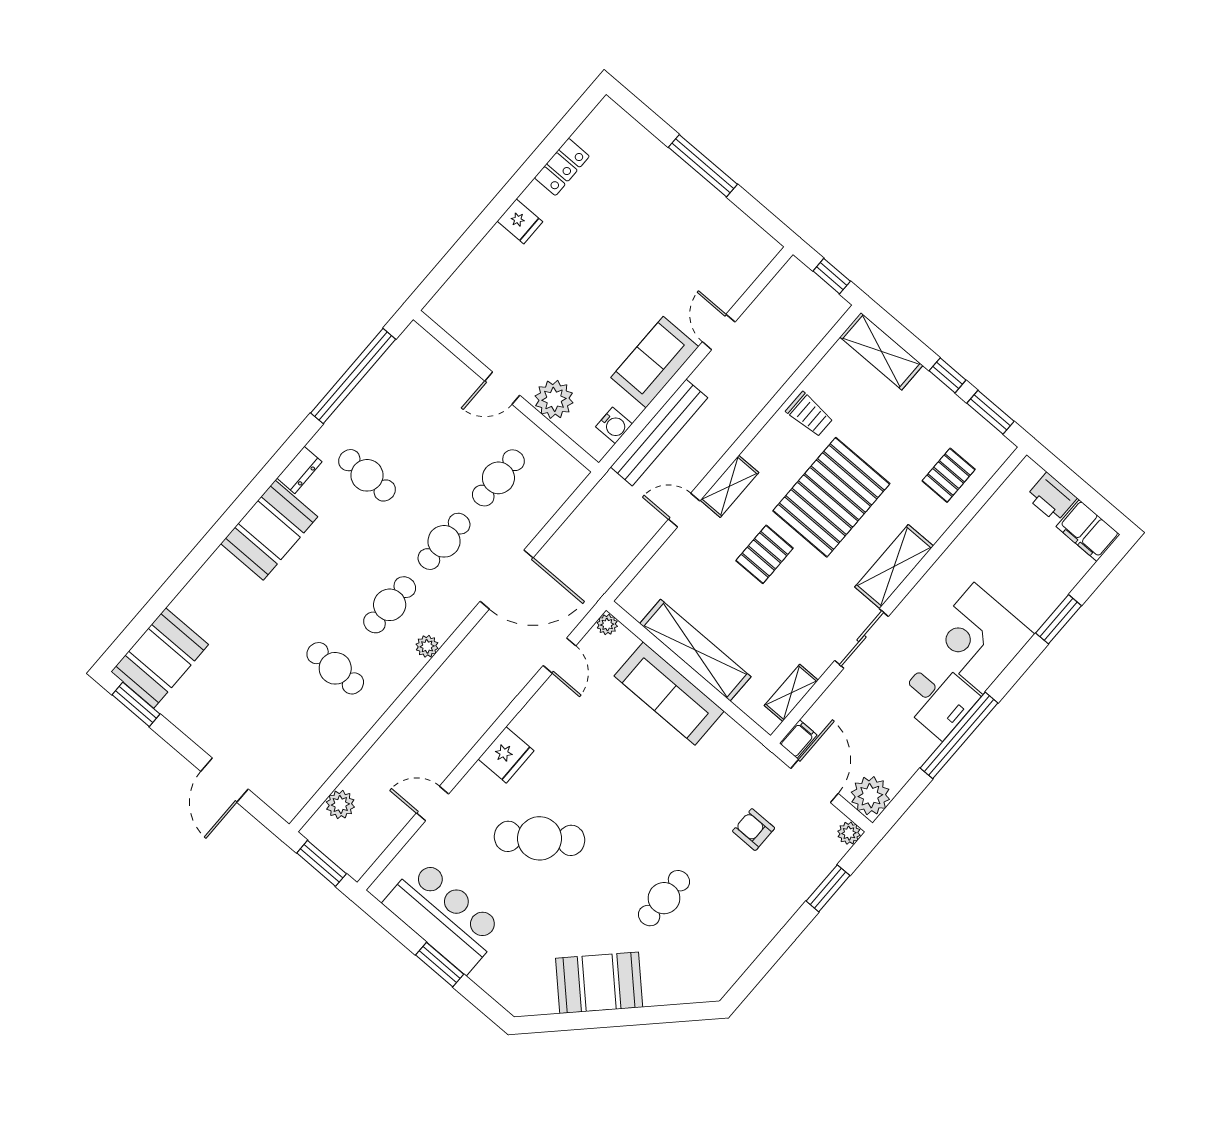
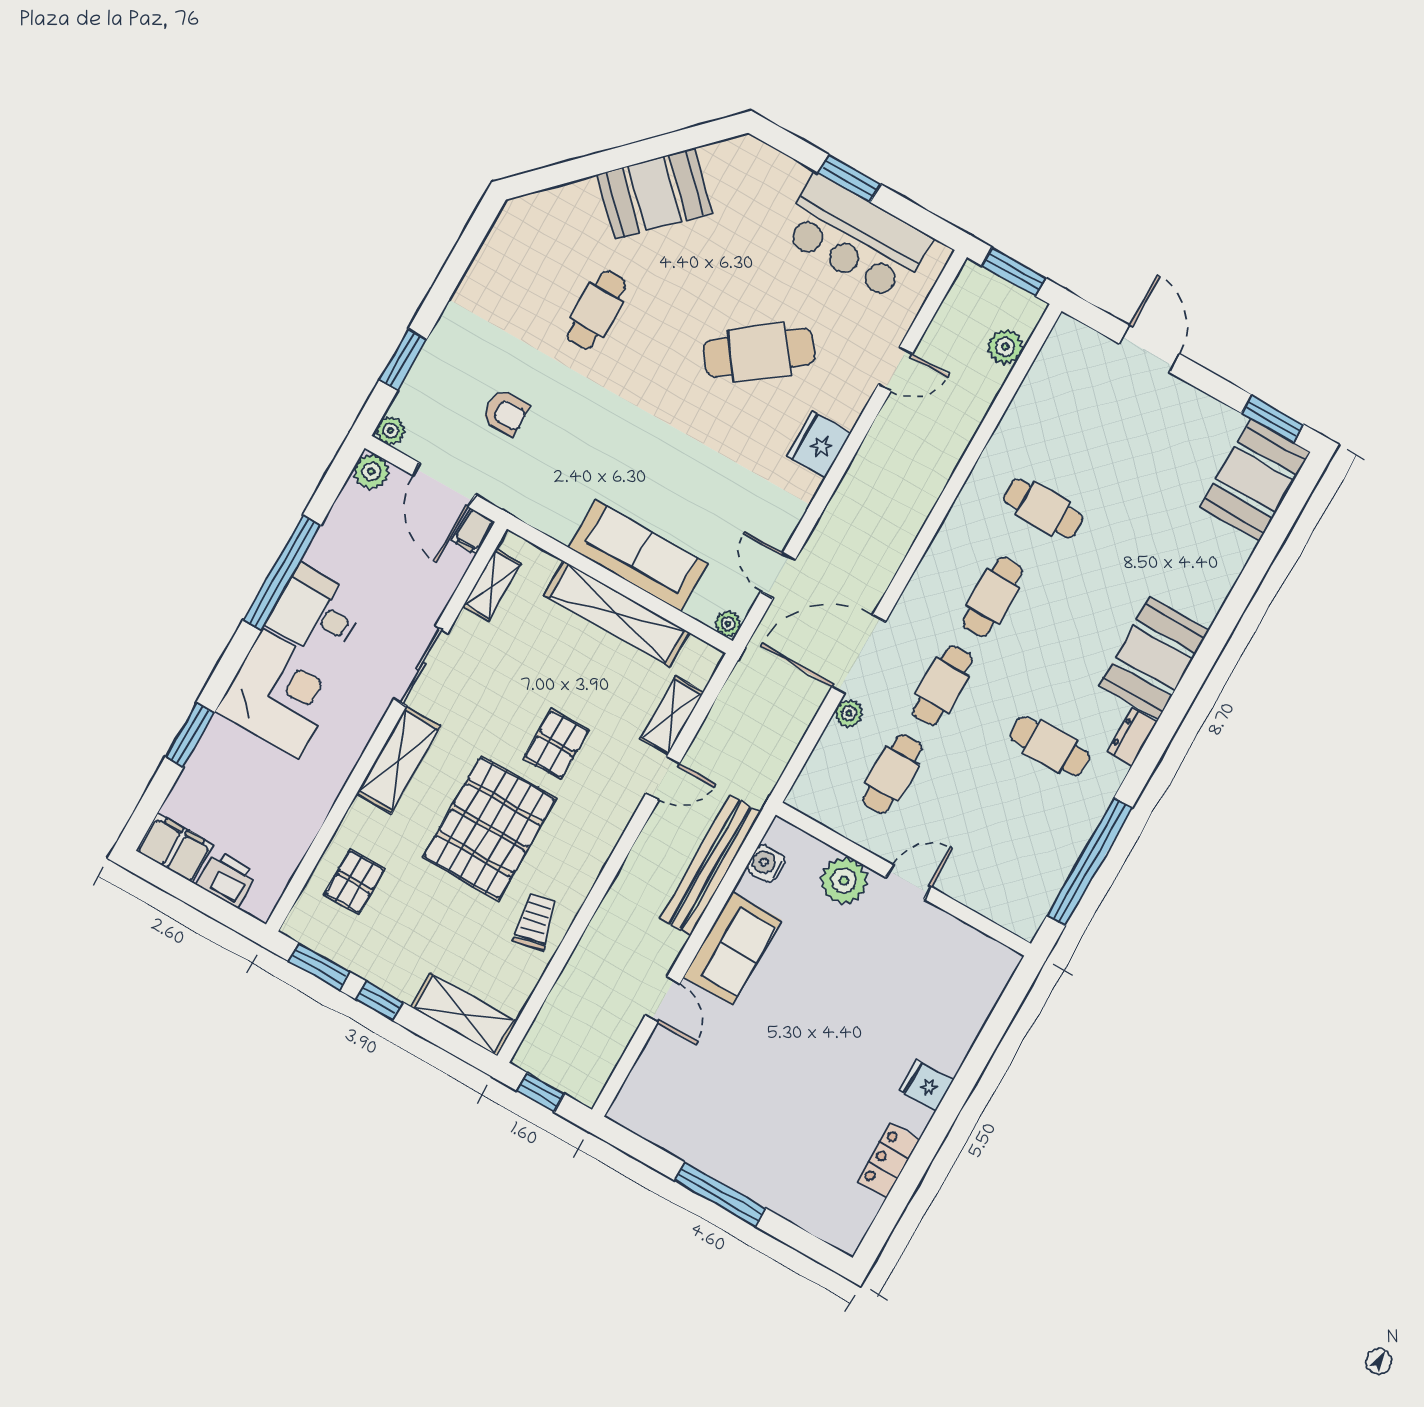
trolley: (810, 415) -> (535, 922), turned 77
shelving: (729, 486) -> (672, 716), moved
plant: (427, 646) -> (849, 713), moved
plant: (870, 796) -> (371, 472), width x0.73, depth x0.73

